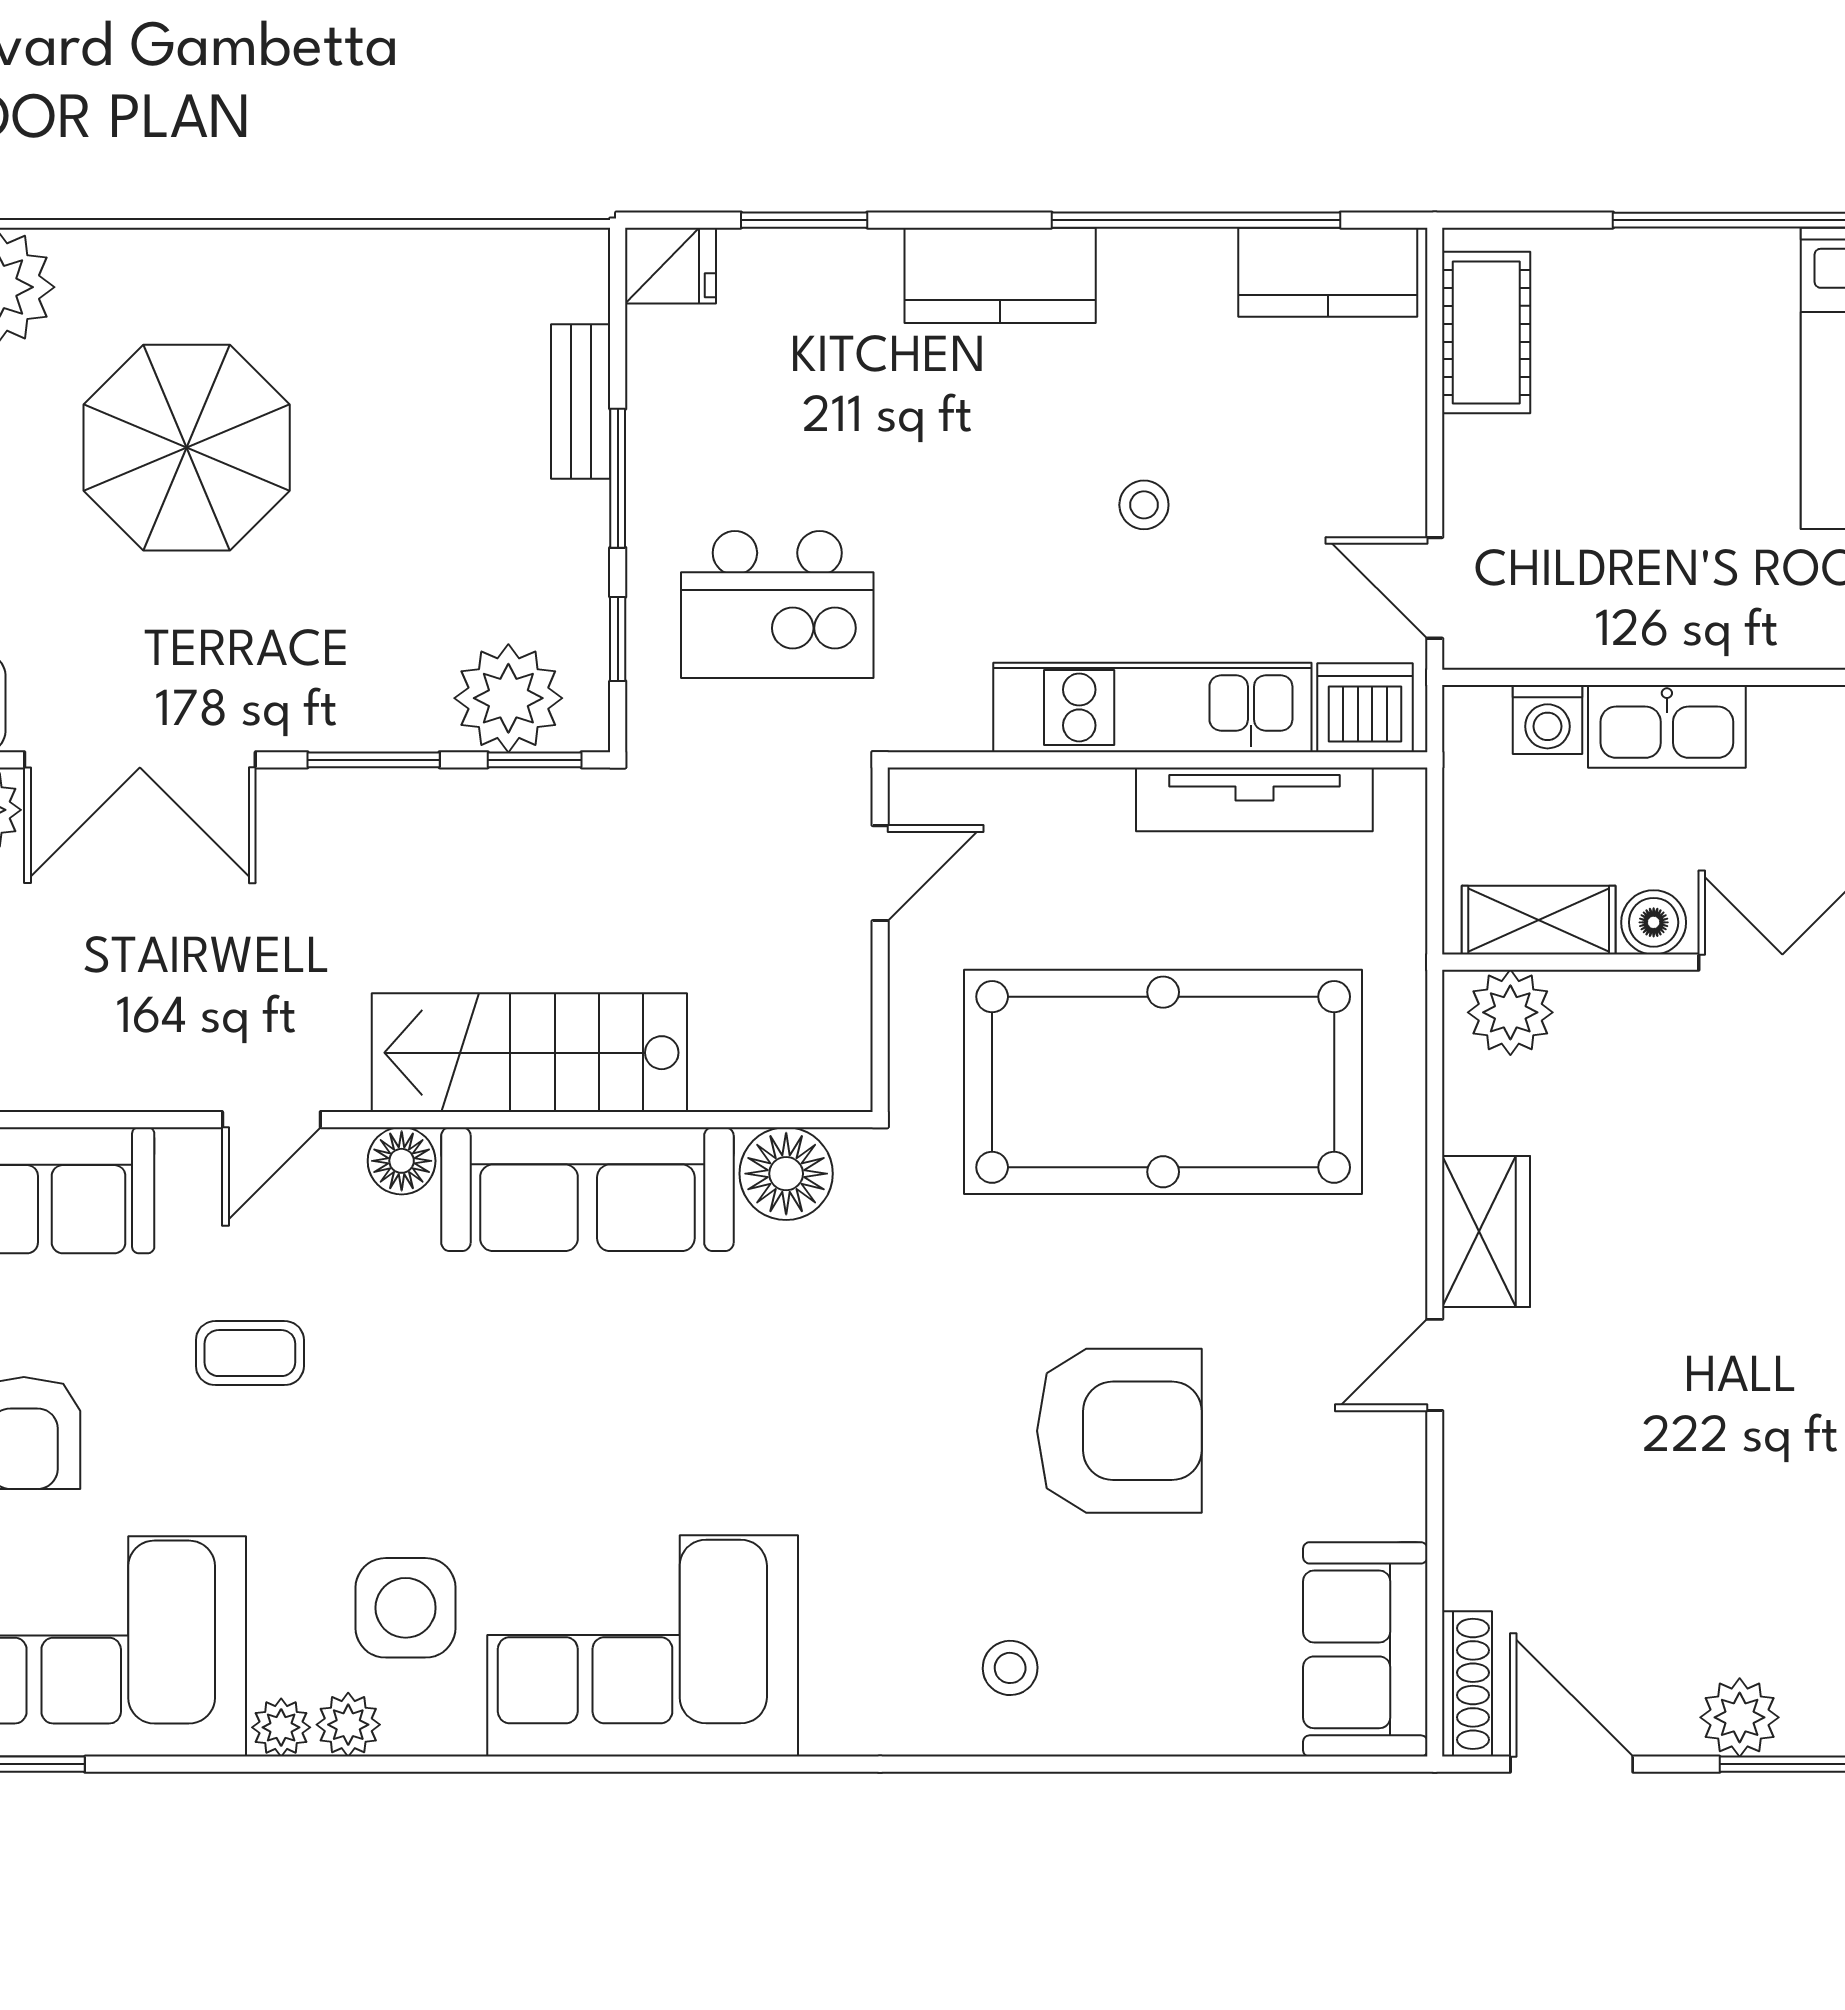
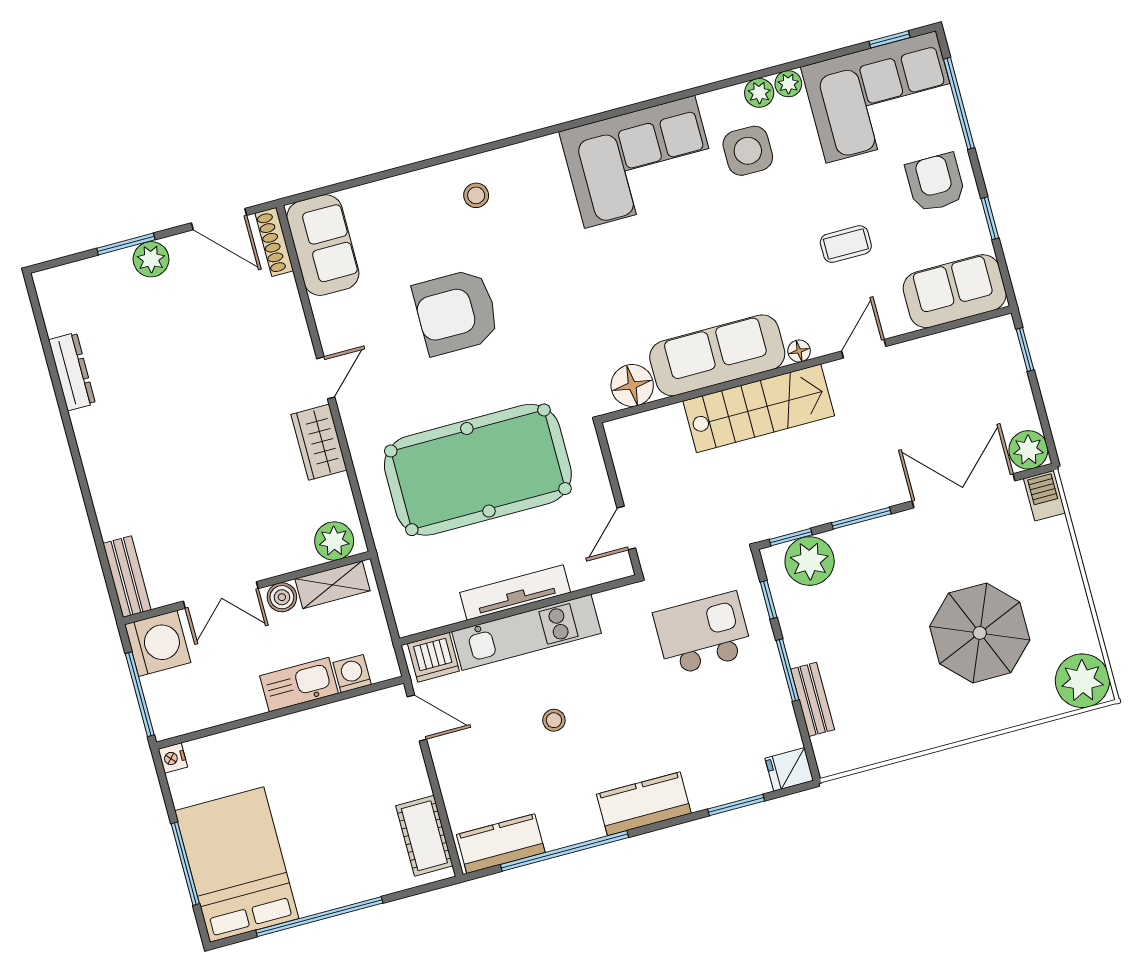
tv unit: (1254, 799) -> (515, 592), moved
floor lamp: (402, 1161) -> (799, 351), width x0.73, depth x0.73

